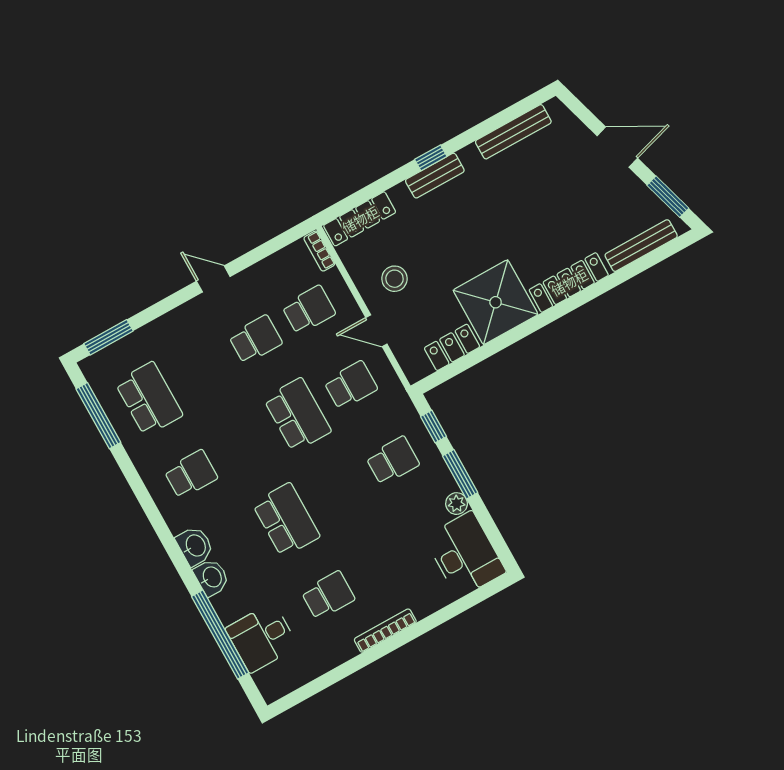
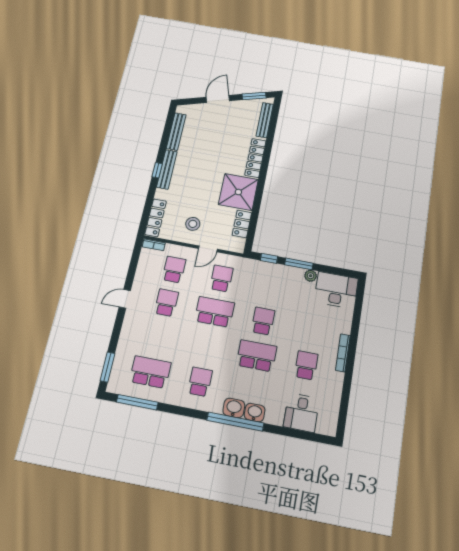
bench: (435, 176) -> (167, 169), width x1.36
school desk: (393, 461) -> (263, 321), moved
window: (220, 635) -> (235, 422), moved

